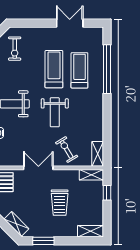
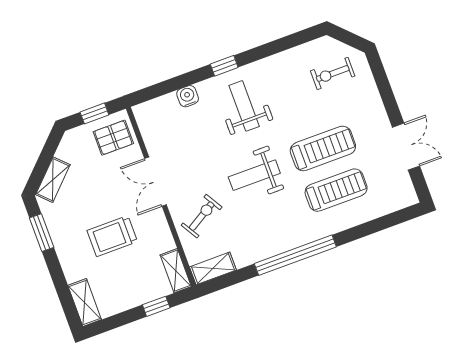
window: (107, 69) -> (295, 255), moved
double door: (38, 168) -> (155, 182), swing flipped

